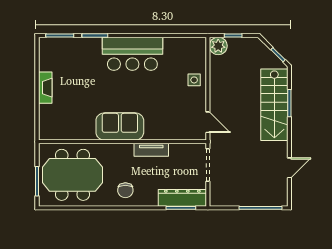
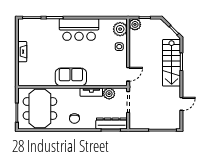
plant: (195, 53) -> (120, 29), added
door: (208, 122) -> (128, 74), hinge flipped
plant: (178, 152) -> (109, 94), added
meeting table: (72, 175) -> (40, 109), turned 90

